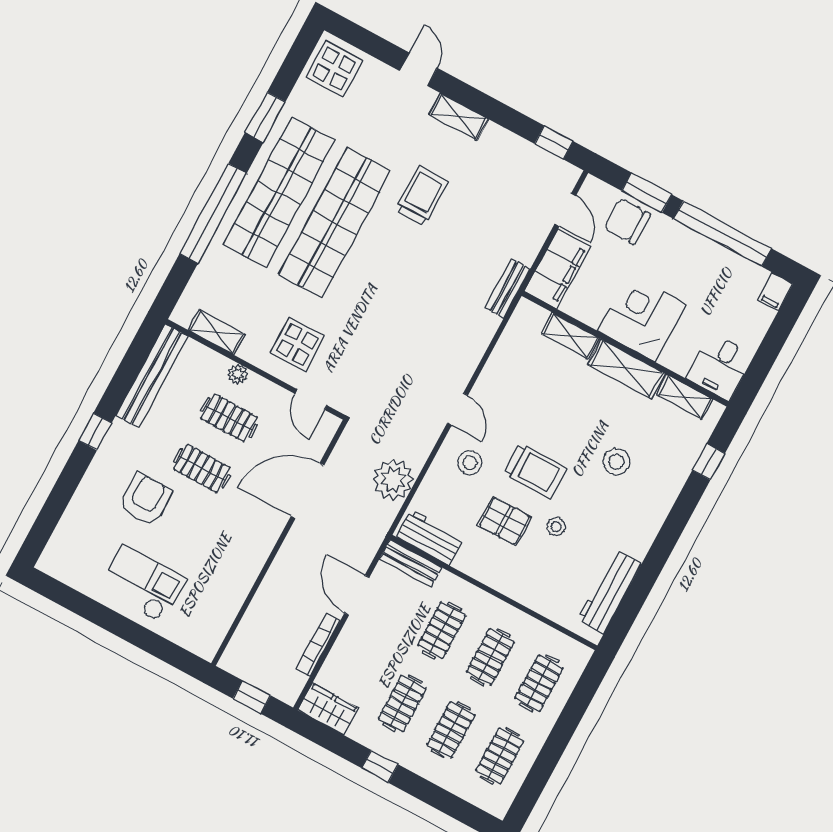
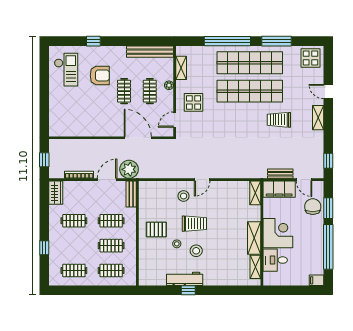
door: (418, 69) -> (328, 92), swing flipped
window: (265, 117) -> (277, 41), width x1.44
trolley: (422, 196) -> (279, 120), turned 180
door: (565, 210) -> (304, 180), hinge flipped
bench: (508, 288) -> (280, 174), moved
shelving: (570, 336) -> (255, 193), moved
desk: (720, 366) -> (275, 260), moved
window: (95, 432) -> (93, 41), moved
stool: (616, 462) -> (196, 251), moved
window: (709, 462) -> (188, 290), moved
trolley: (535, 471) -> (194, 224), turned -90
plant: (393, 480) -> (129, 169), moved
pallet: (504, 521) -> (156, 230), moved, turned 90
workbench: (430, 537) -> (146, 196), removed
checkout: (142, 584) -> (66, 70), moved
workbench: (609, 592) -> (185, 279), moved
clothes rail: (451, 730) -> (74, 246), removed
window: (380, 766) -> (44, 248), moved

